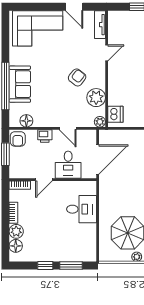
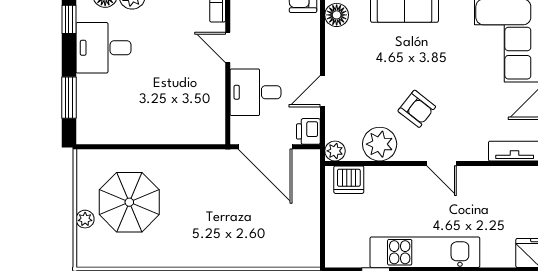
door: (107, 53) -> (442, 163), moved
printer: (45, 136) -> (308, 131), moved
desk: (82, 209) -> (103, 48), moved, turned 90
window: (45, 265) -> (69, 19), moved

